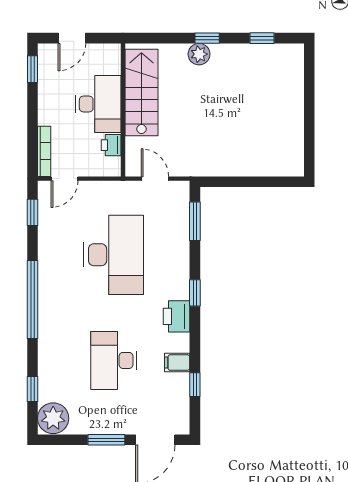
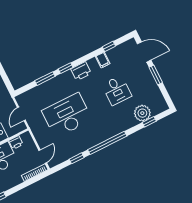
door: (64, 179) -> (43, 156), hinge flipped
window: (33, 212) -> (77, 158), moved
window: (195, 221) -> (45, 79), moved
desk: (114, 360) -> (117, 90), width x0.73
plant: (53, 418) -> (142, 113), moved

